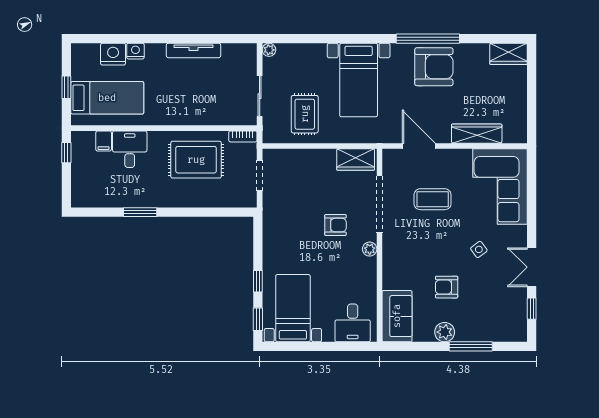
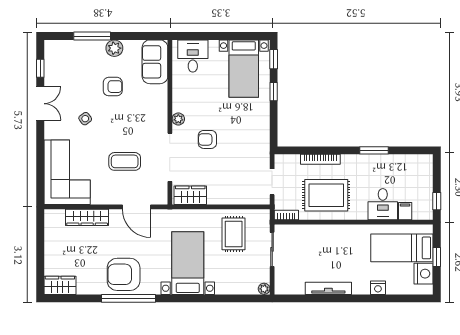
nightstand: (113, 54) -> (424, 274), moved, turned -90
bookcase: (203, 202) -> (320, 159), added

